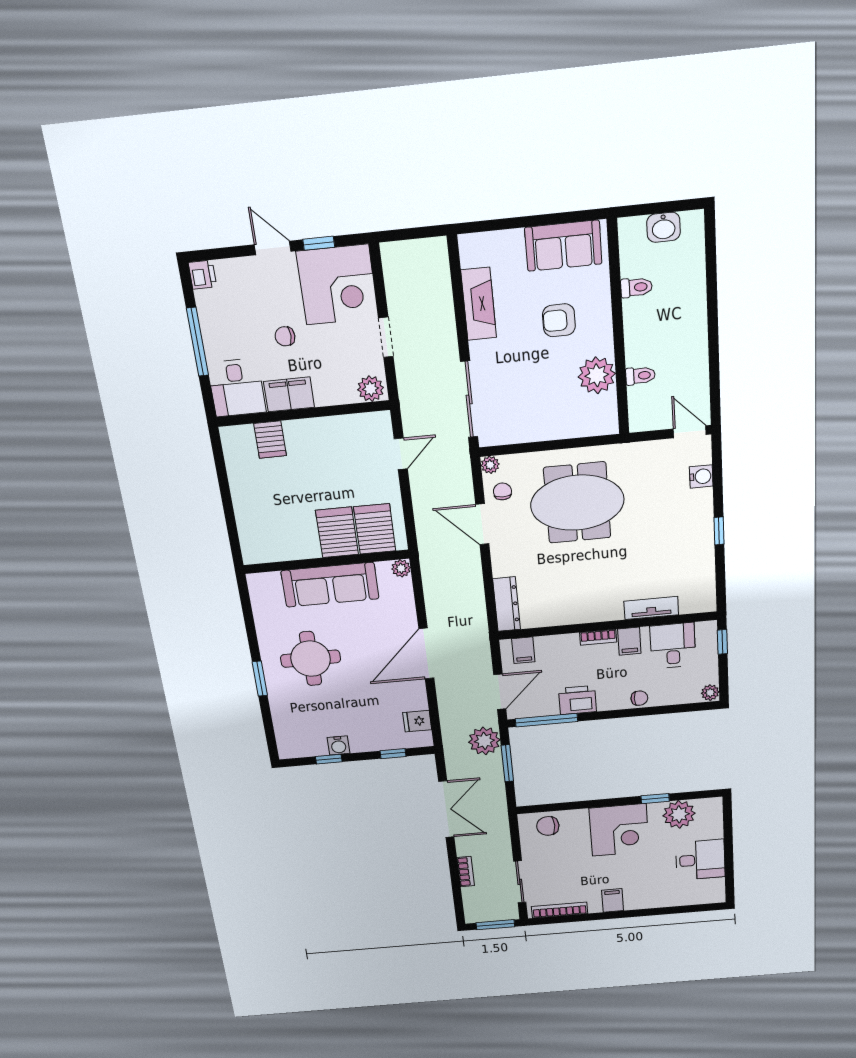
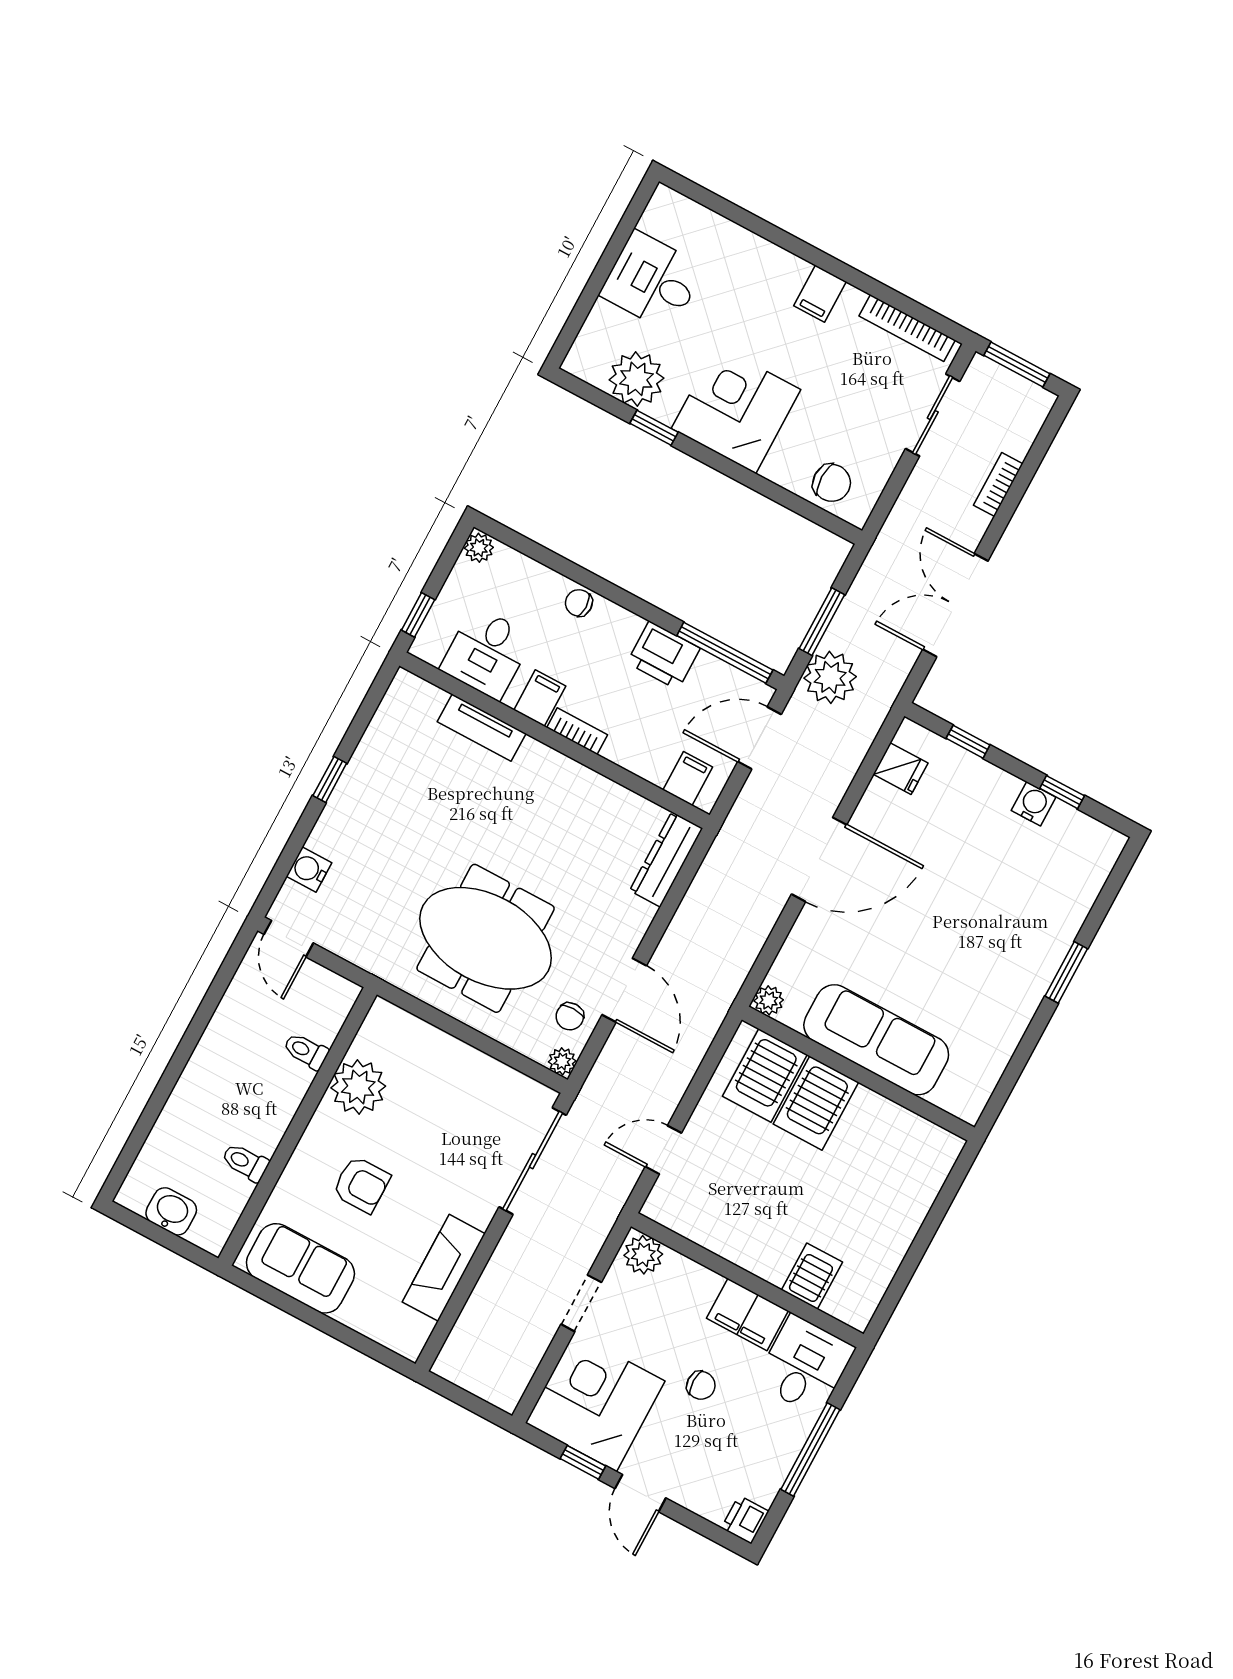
round table: (311, 659) -> (977, 955), removed

